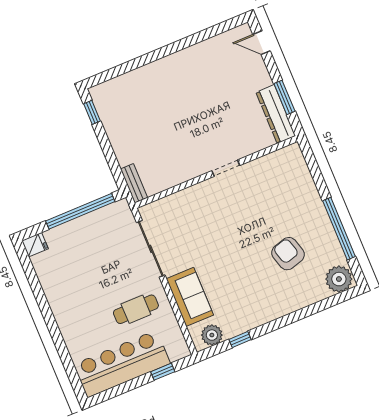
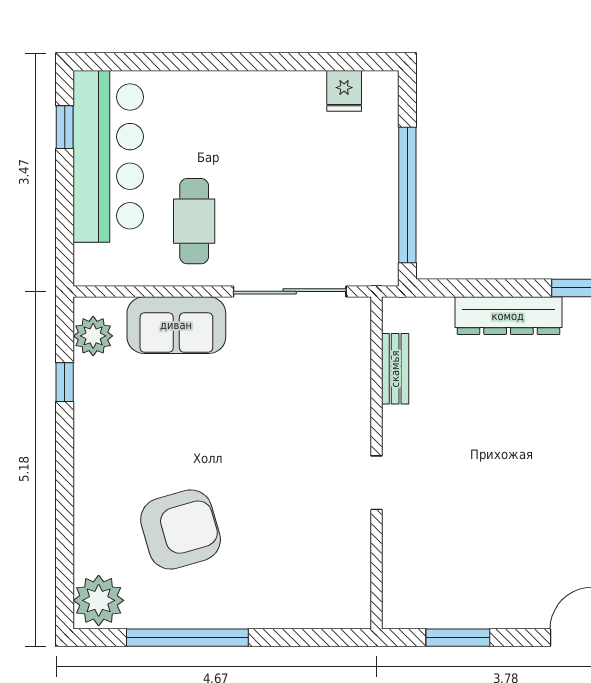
dresser: (276, 114) -> (508, 316), moved, turned 180
bench: (134, 183) -> (395, 369), moved, turned 90
fridge: (35, 245) -> (344, 91), moved
armchair: (288, 254) -> (181, 529), width x1.36, depth x1.36
window: (163, 372) -> (65, 127), moved

